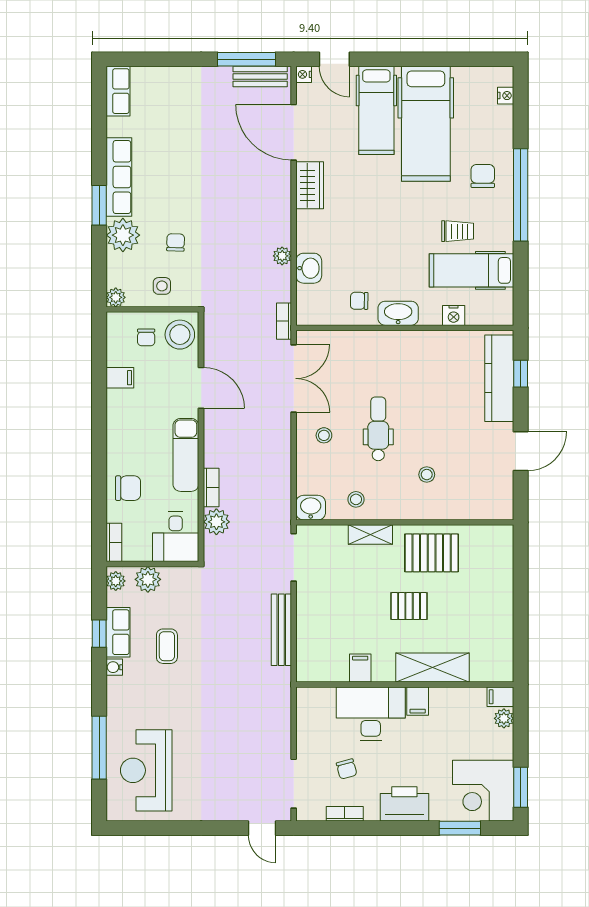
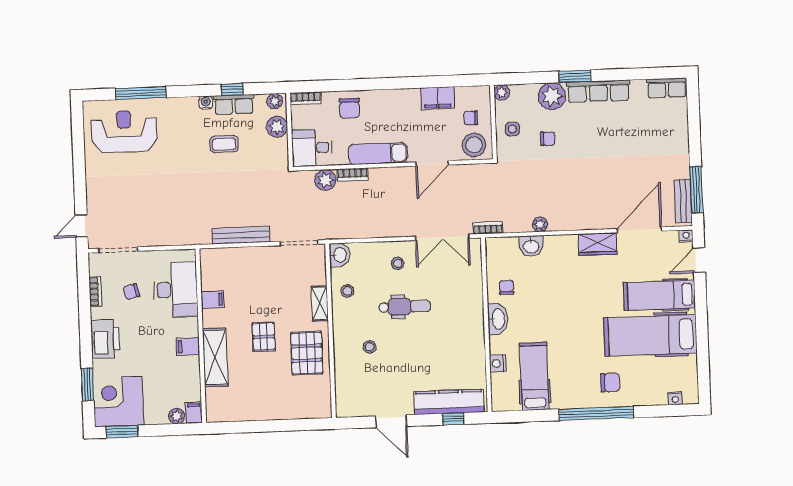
trolley: (458, 231) -> (565, 364), removed
filing cabinet: (120, 378) -> (438, 98), width x2.00
desk: (371, 714) -> (176, 290), moved

